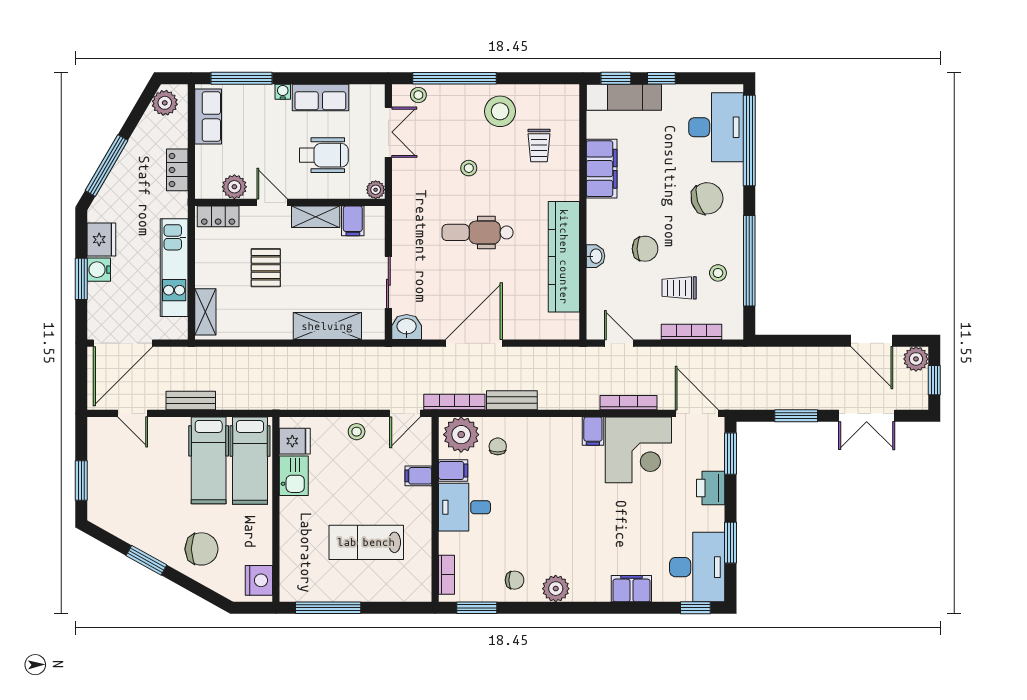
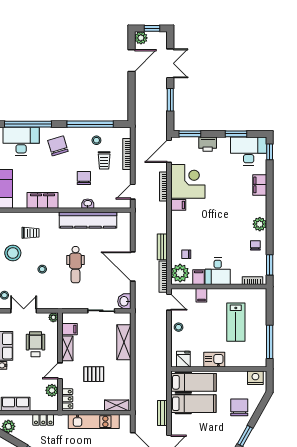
kitchen sink: (294, 476) -> (214, 360), moved

